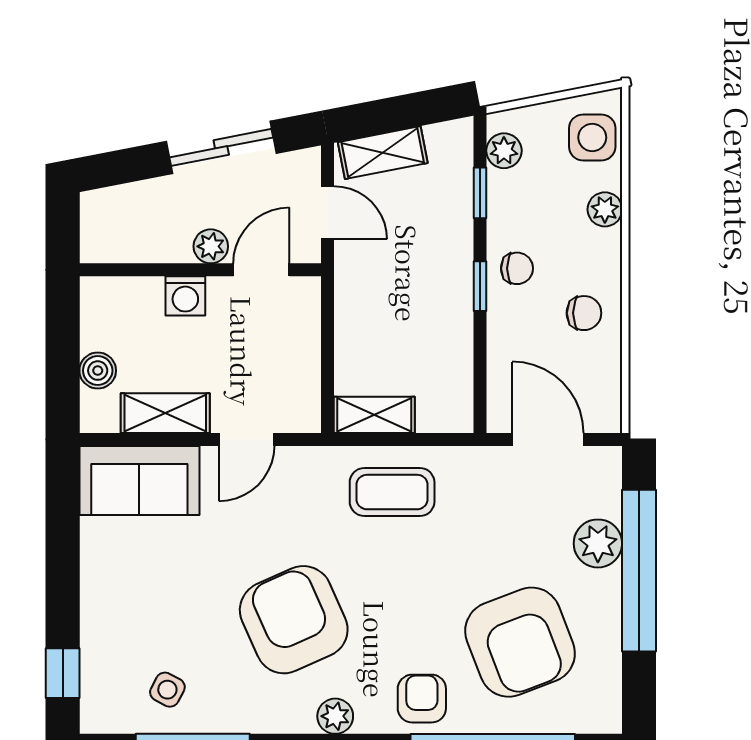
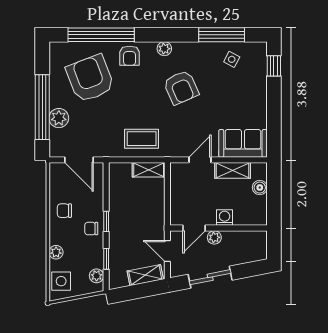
armchair: (294, 620) -> (181, 87), width x0.73, depth x0.73

